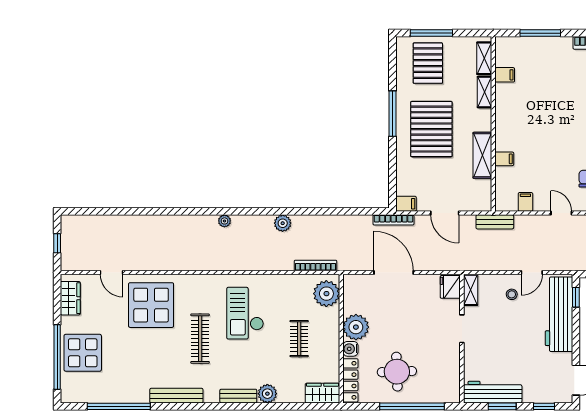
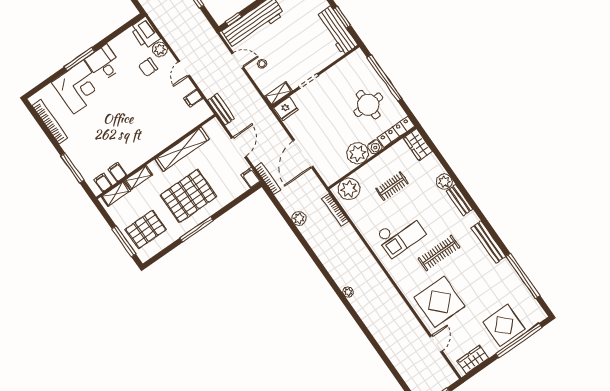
shelving: (482, 155) -> (182, 149), width x1.47
filing cabinet: (504, 159) -> (103, 183), moved
plant: (283, 223) -> (299, 219), moved

